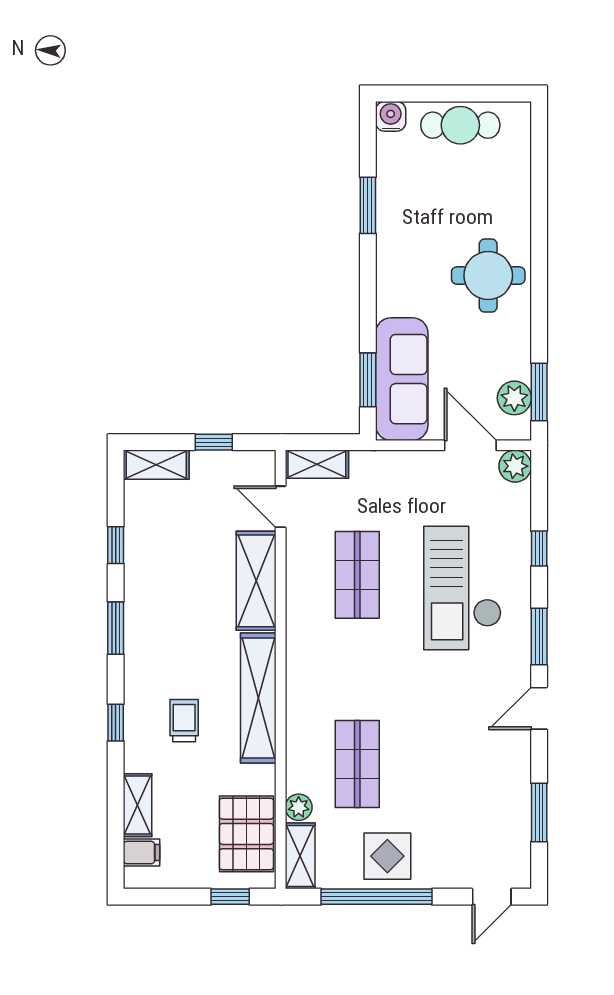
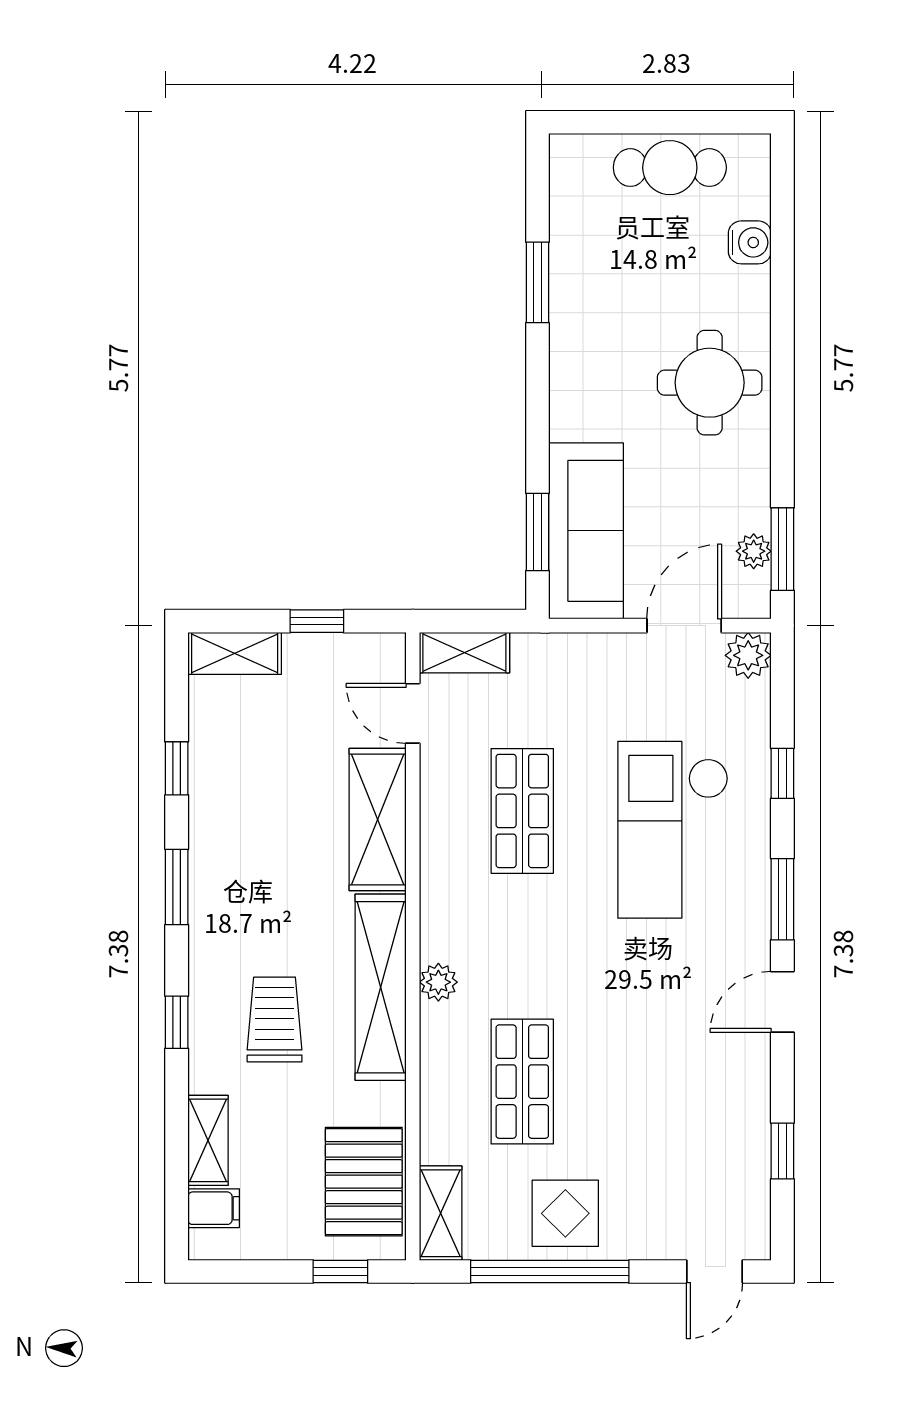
water cooler: (391, 116) -> (750, 242), moved, turned 90
plant: (514, 398) -> (754, 551), width x0.73, depth x0.73
door: (470, 445) -> (684, 626), hinge flipped
trolley: (184, 721) -> (275, 1019), width x1.36, depth x1.39
plant: (299, 807) -> (438, 982), moved
window: (539, 812) -> (782, 1151), width x0.67

